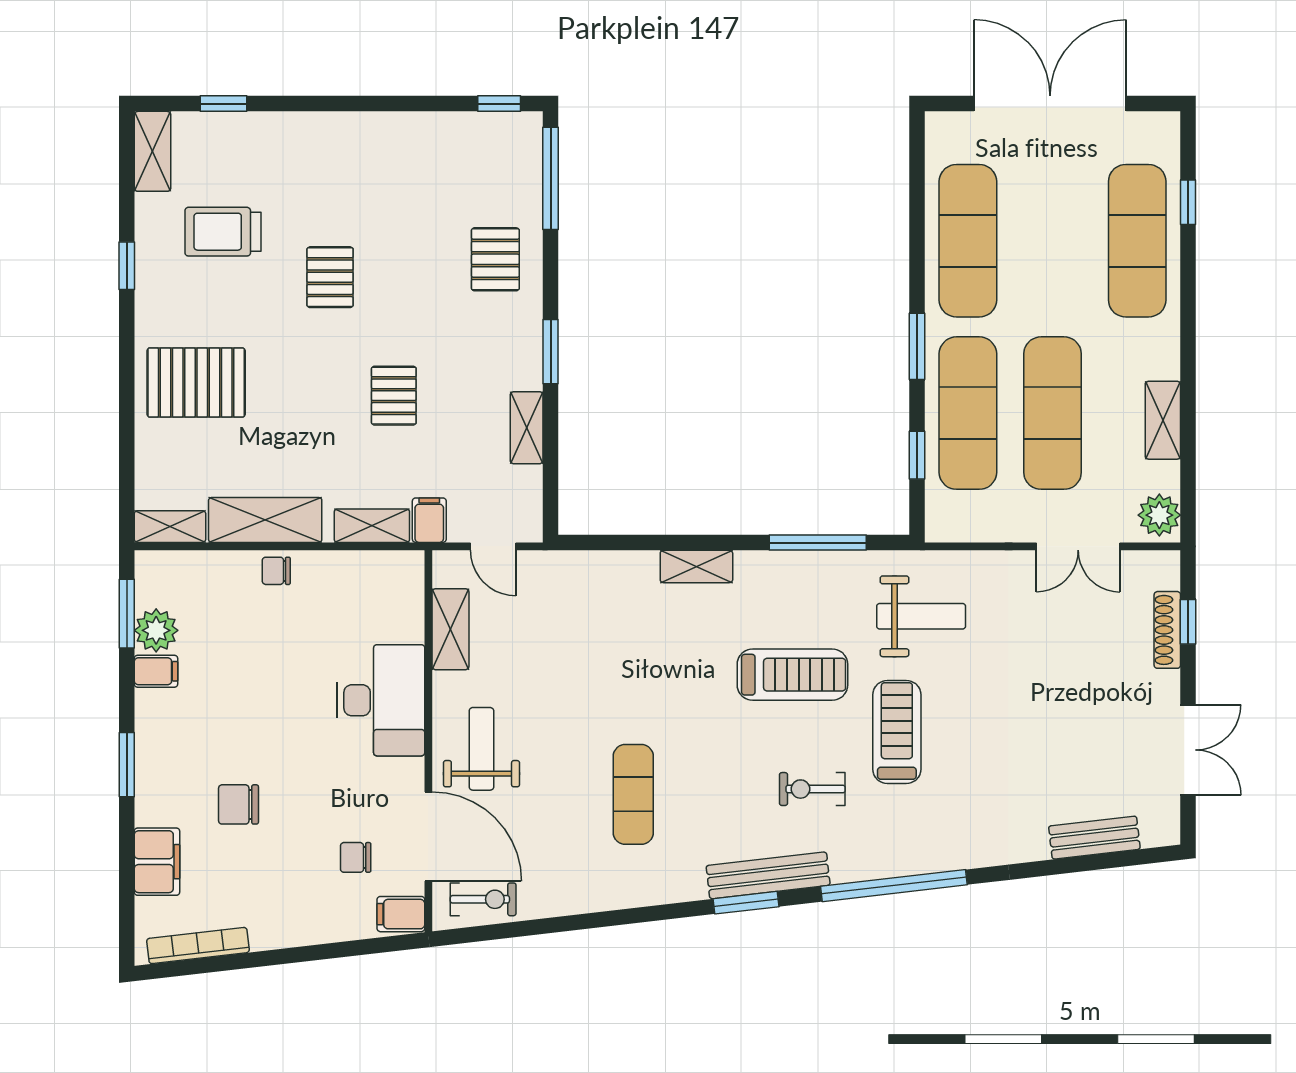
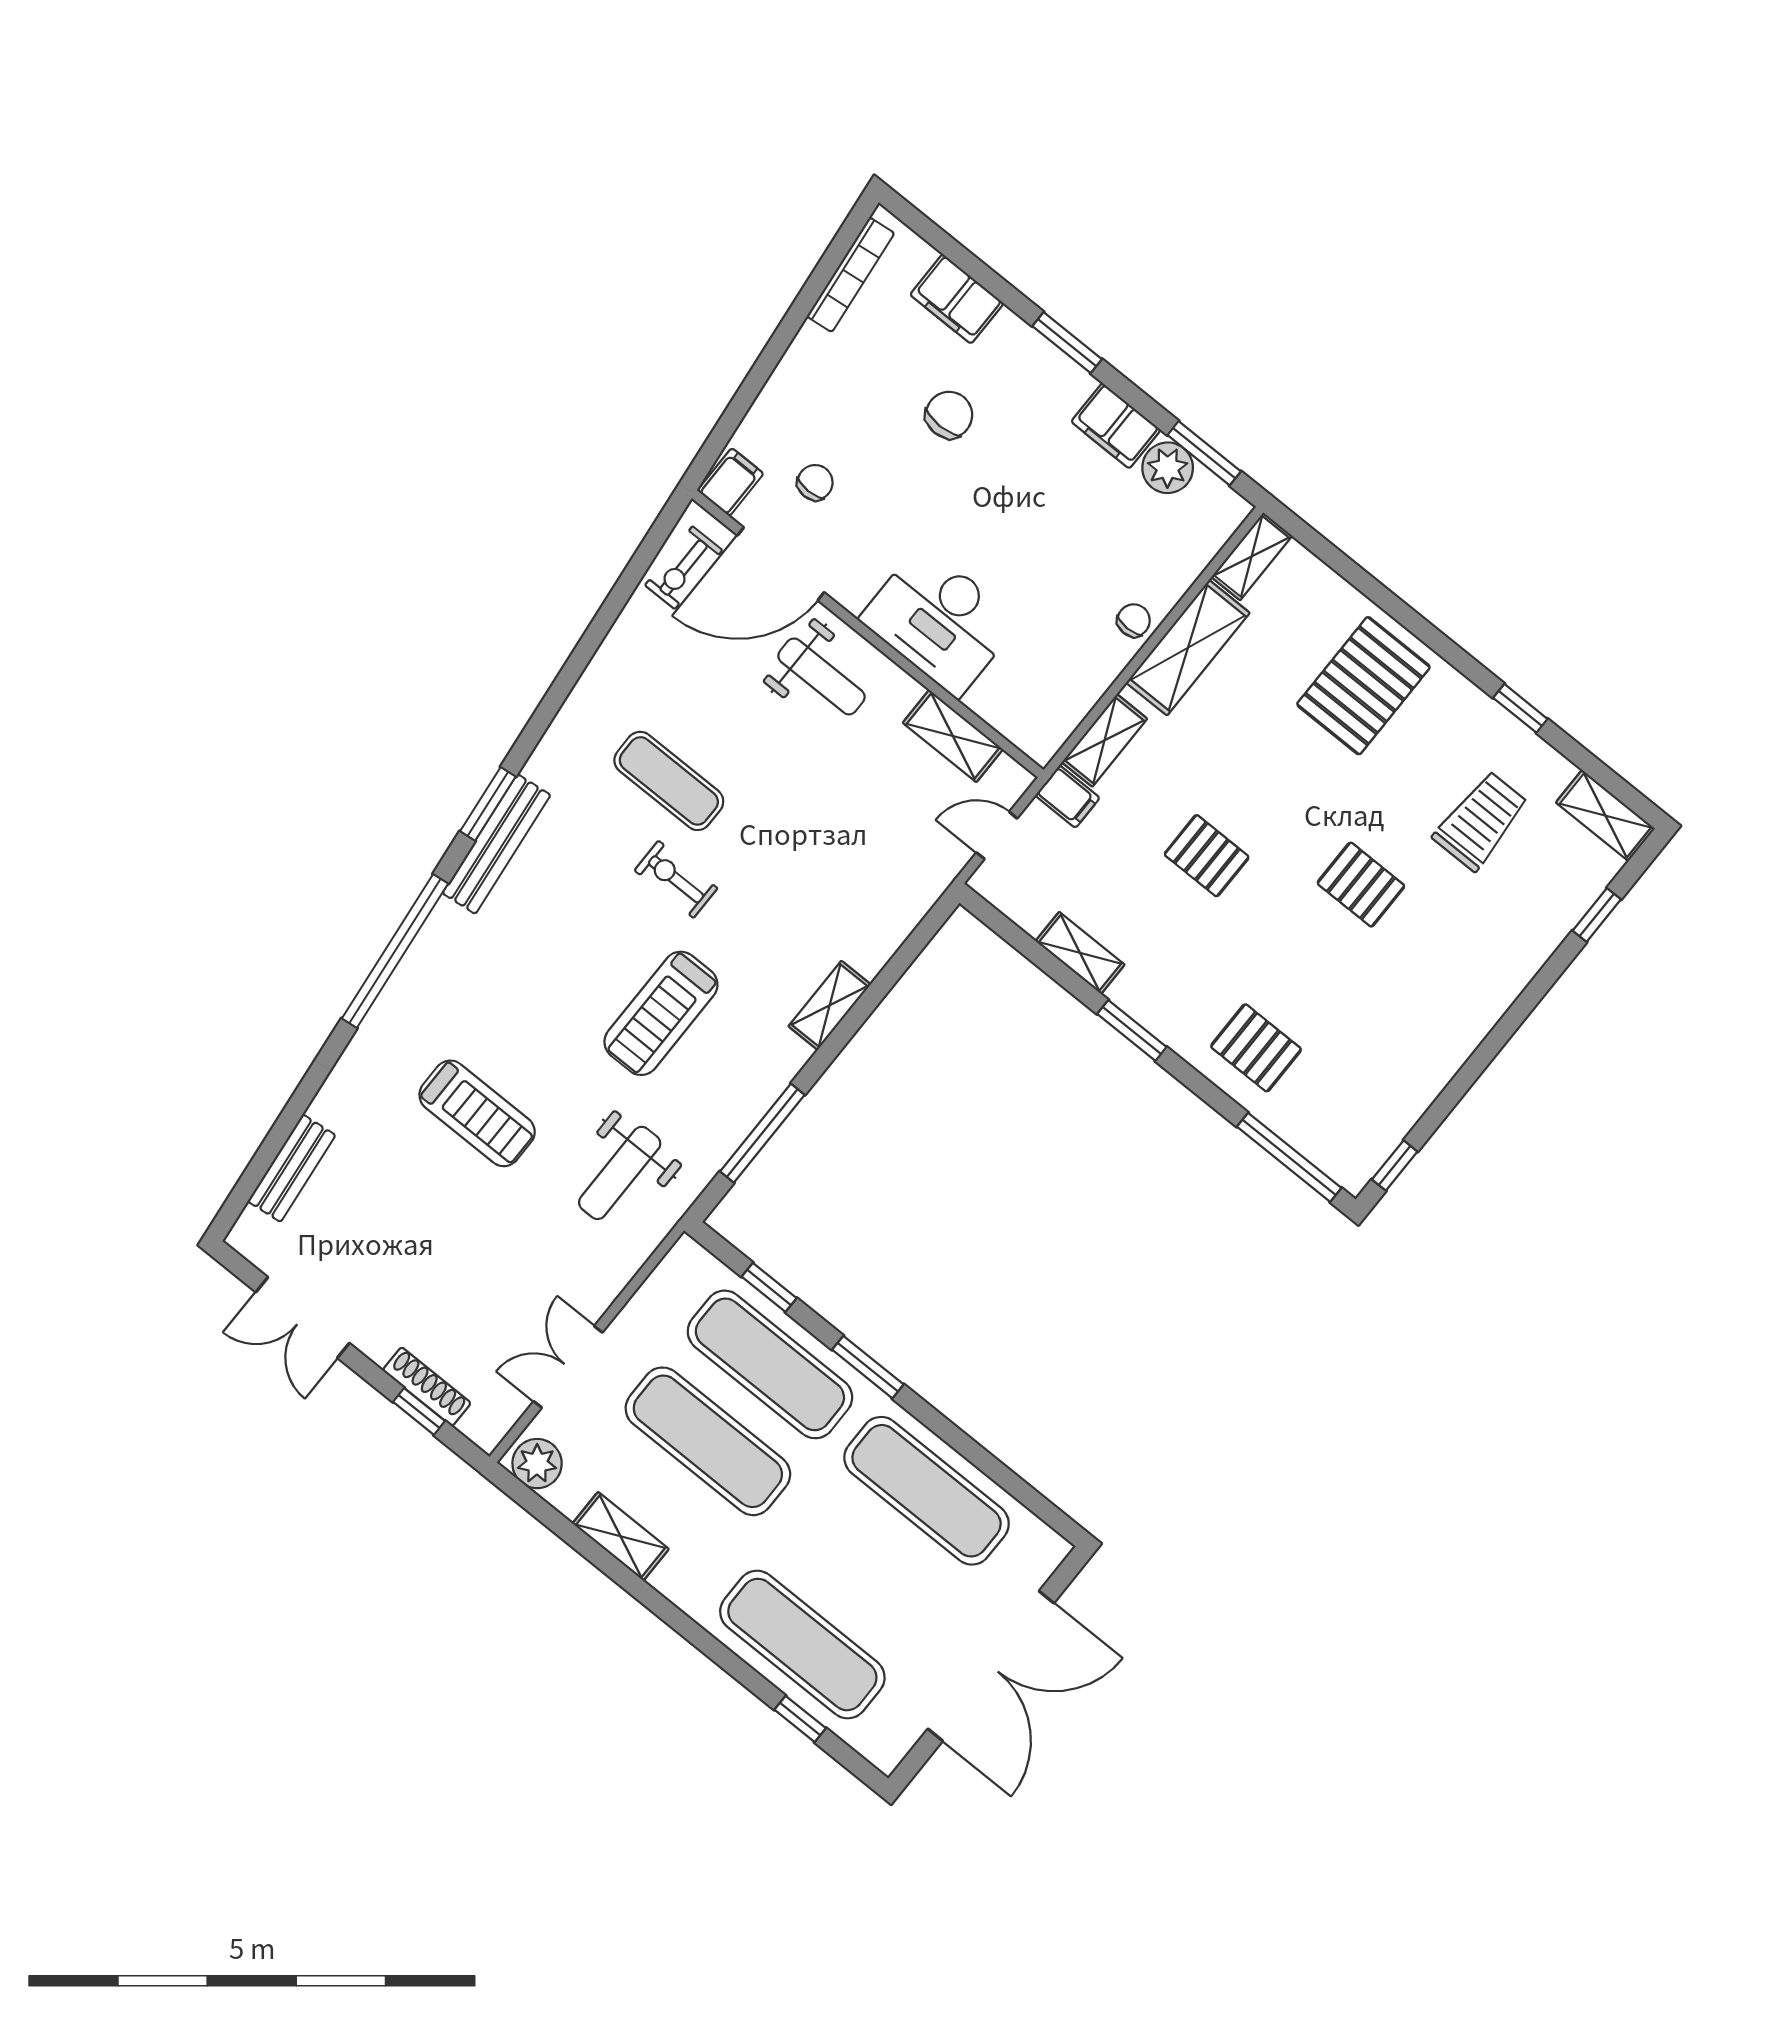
filing cabinet: (156, 671) -> (1116, 426), width x2.00
treadmill: (897, 732) -> (477, 1113), moved
exercise bike: (812, 789) -> (676, 879), moved, turned -90

